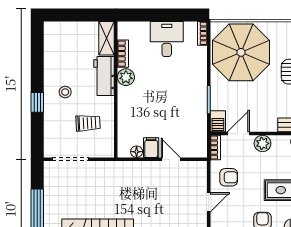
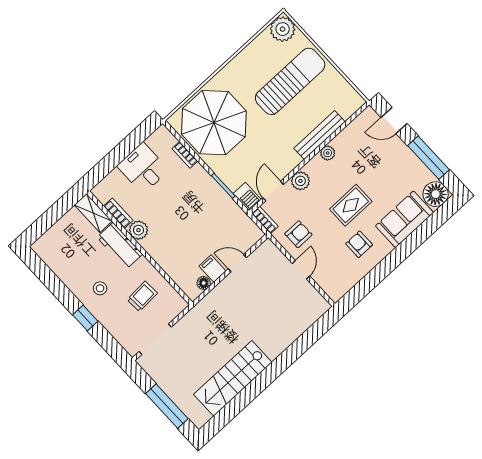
bookcase: (202, 33) -> (185, 155), moved

